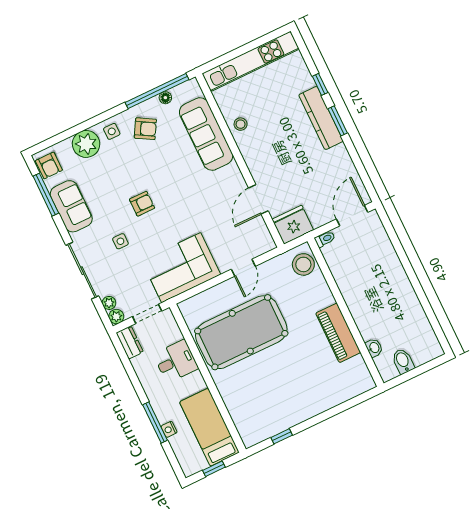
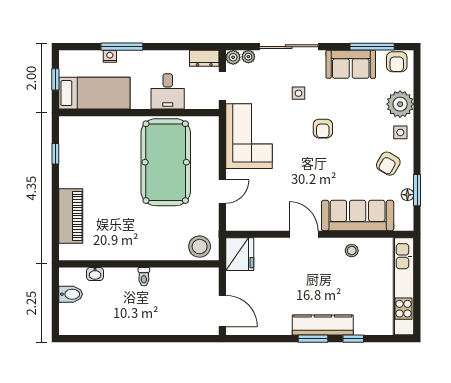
window: (157, 91) -> (417, 190), width x0.47
armchair: (49, 165) -> (397, 62), turned -90
door: (258, 199) -> (304, 234), moved
toilet: (325, 239) -> (144, 277), moved
door: (243, 268) -> (222, 192), swing flipped
piano: (338, 333) -> (71, 216), moved, turned 90

